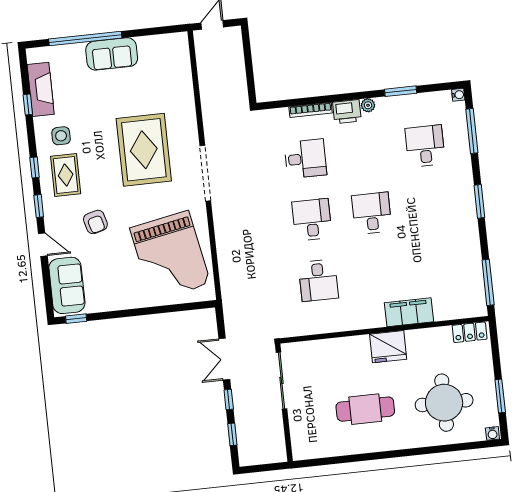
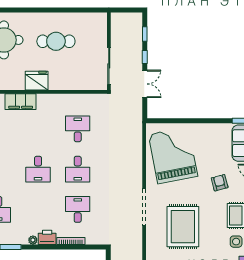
desk: (305, 159) -> (78, 209), turned 90

